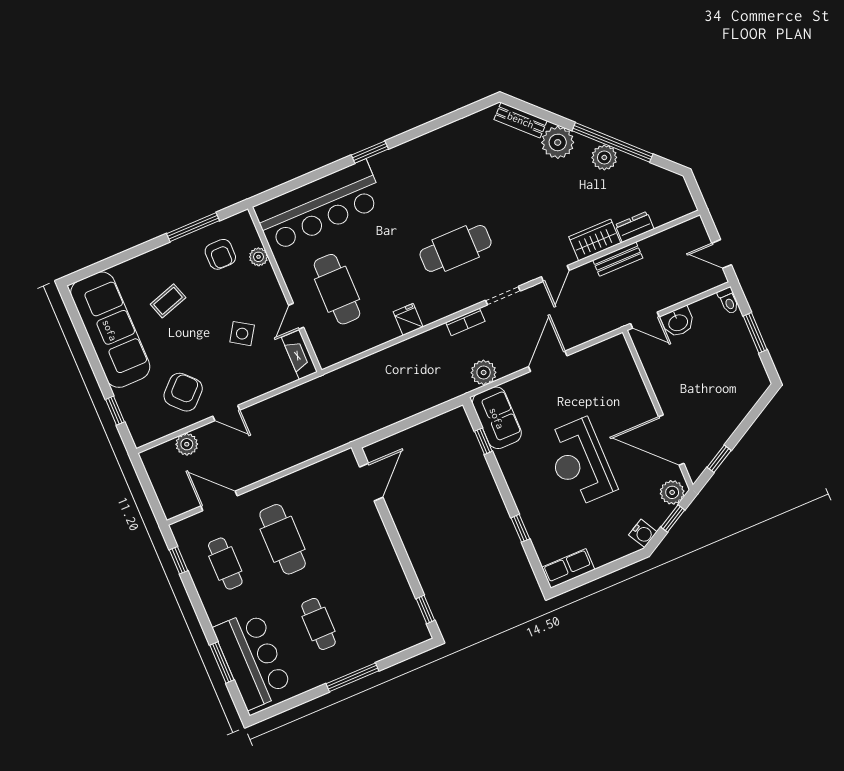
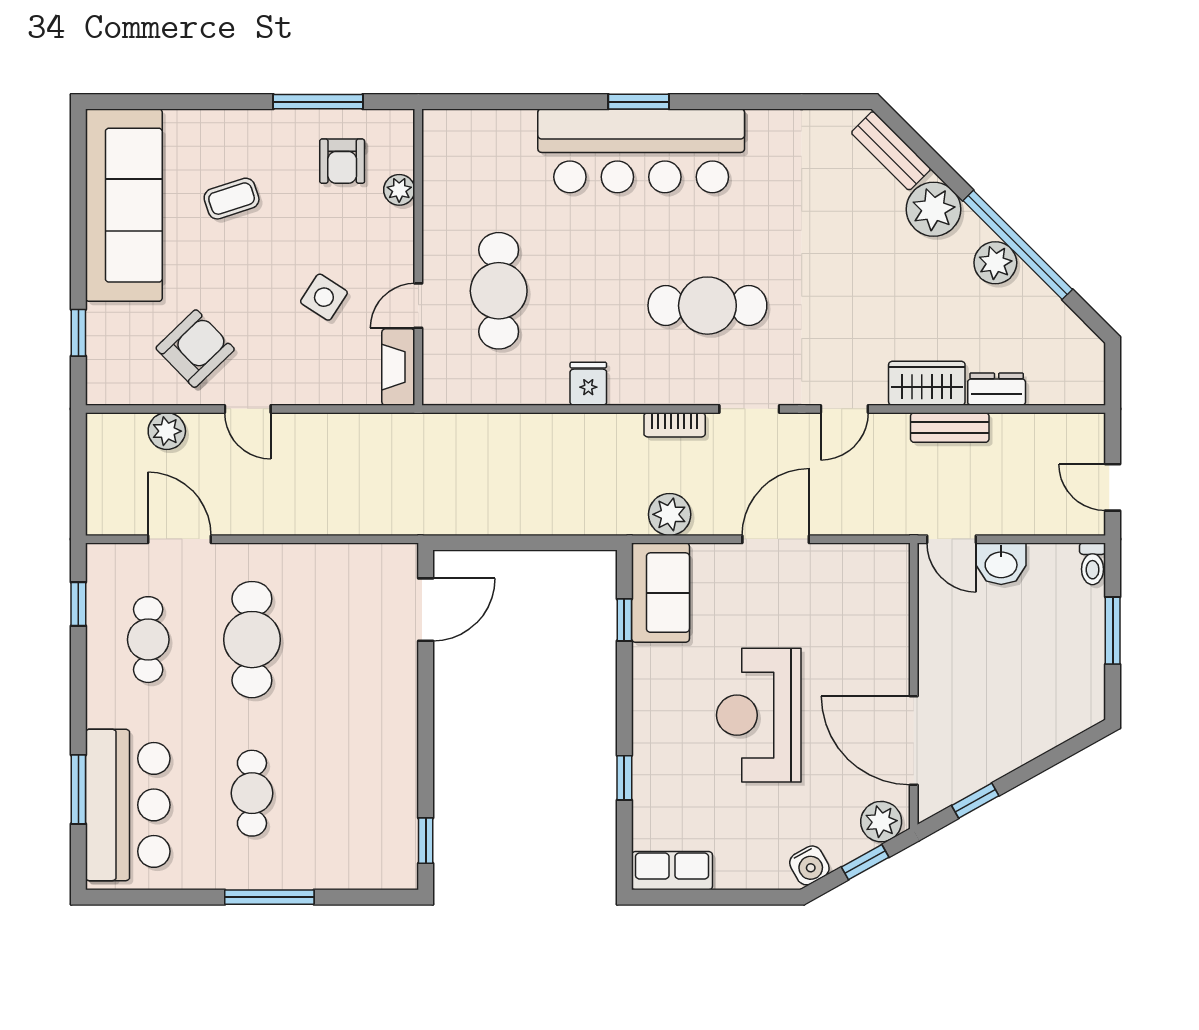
bar counter: (319, 206) -> (641, 151), moved

